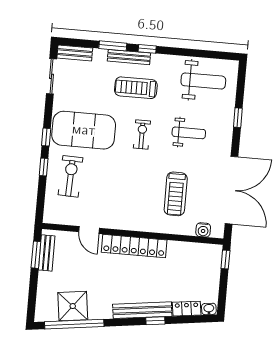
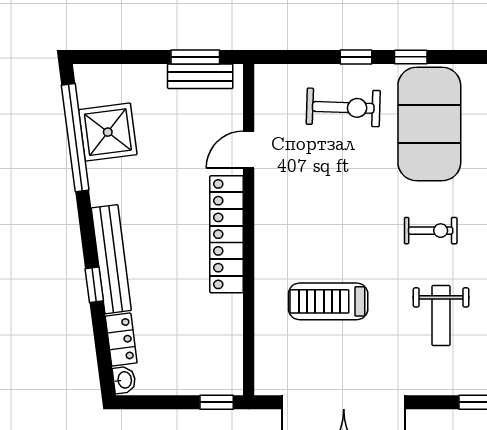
water cooler: (203, 230) -> (267, 357), removed

